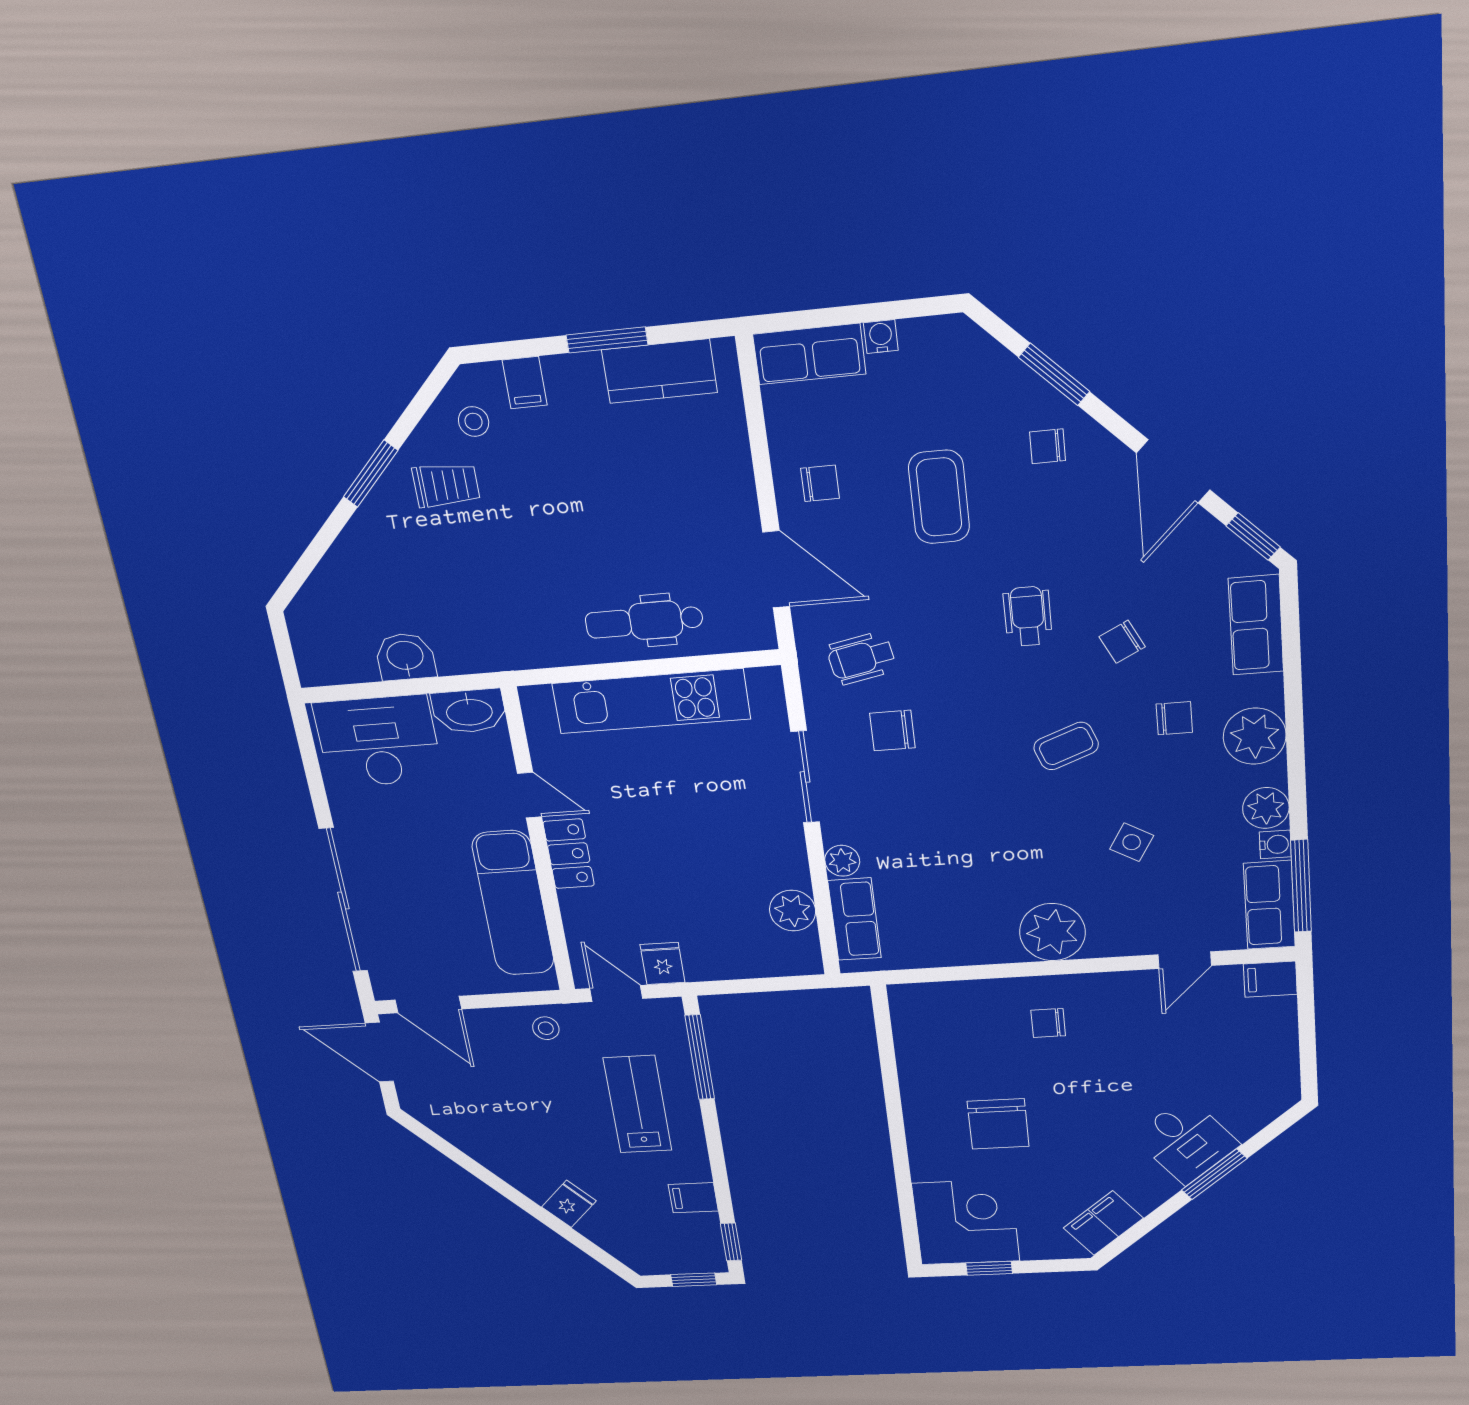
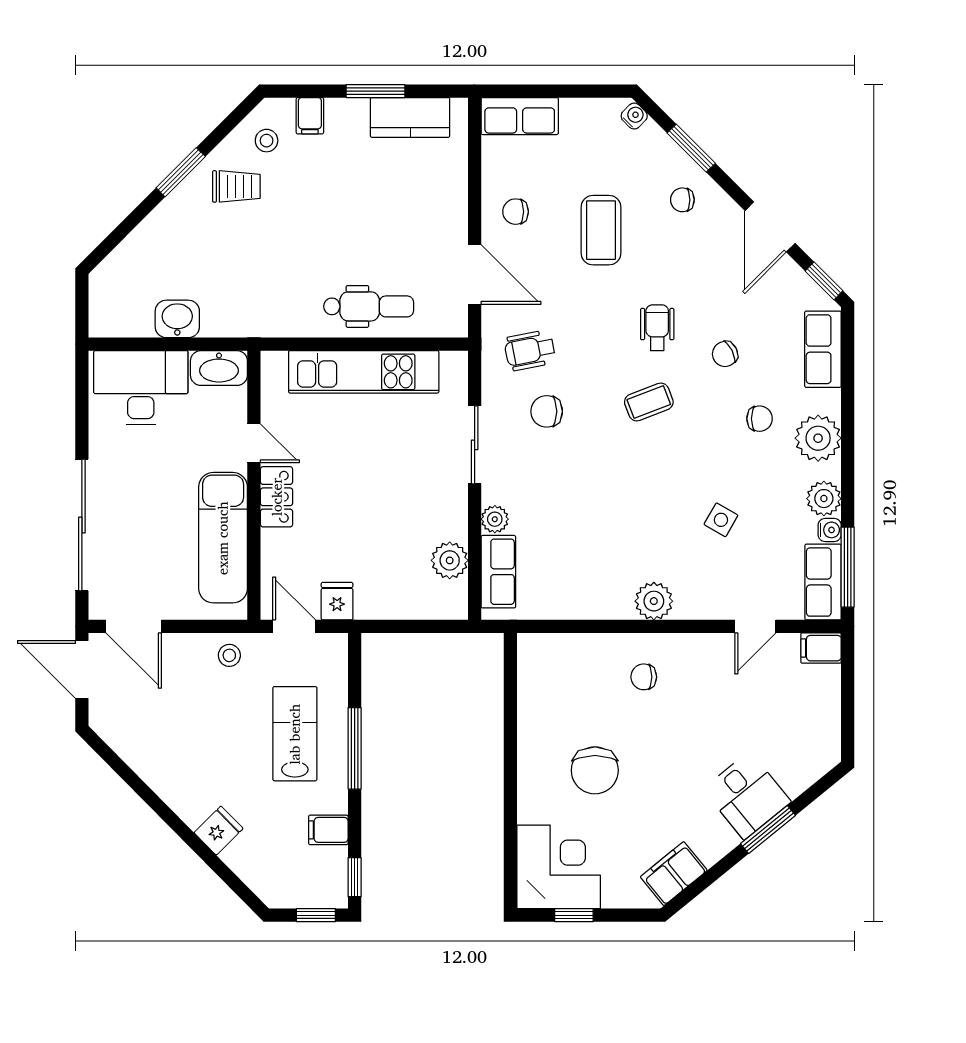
water cooler: (881, 337) -> (634, 116), moved, turned 45
chair: (820, 483) -> (516, 212), turned 180
dental chair: (644, 621) -> (369, 306), turned 180
coffee table: (1066, 746) -> (649, 402), moved
plant: (1052, 932) -> (654, 601), width x0.73, depth x0.73
window: (700, 1057) -> (355, 748), moved

